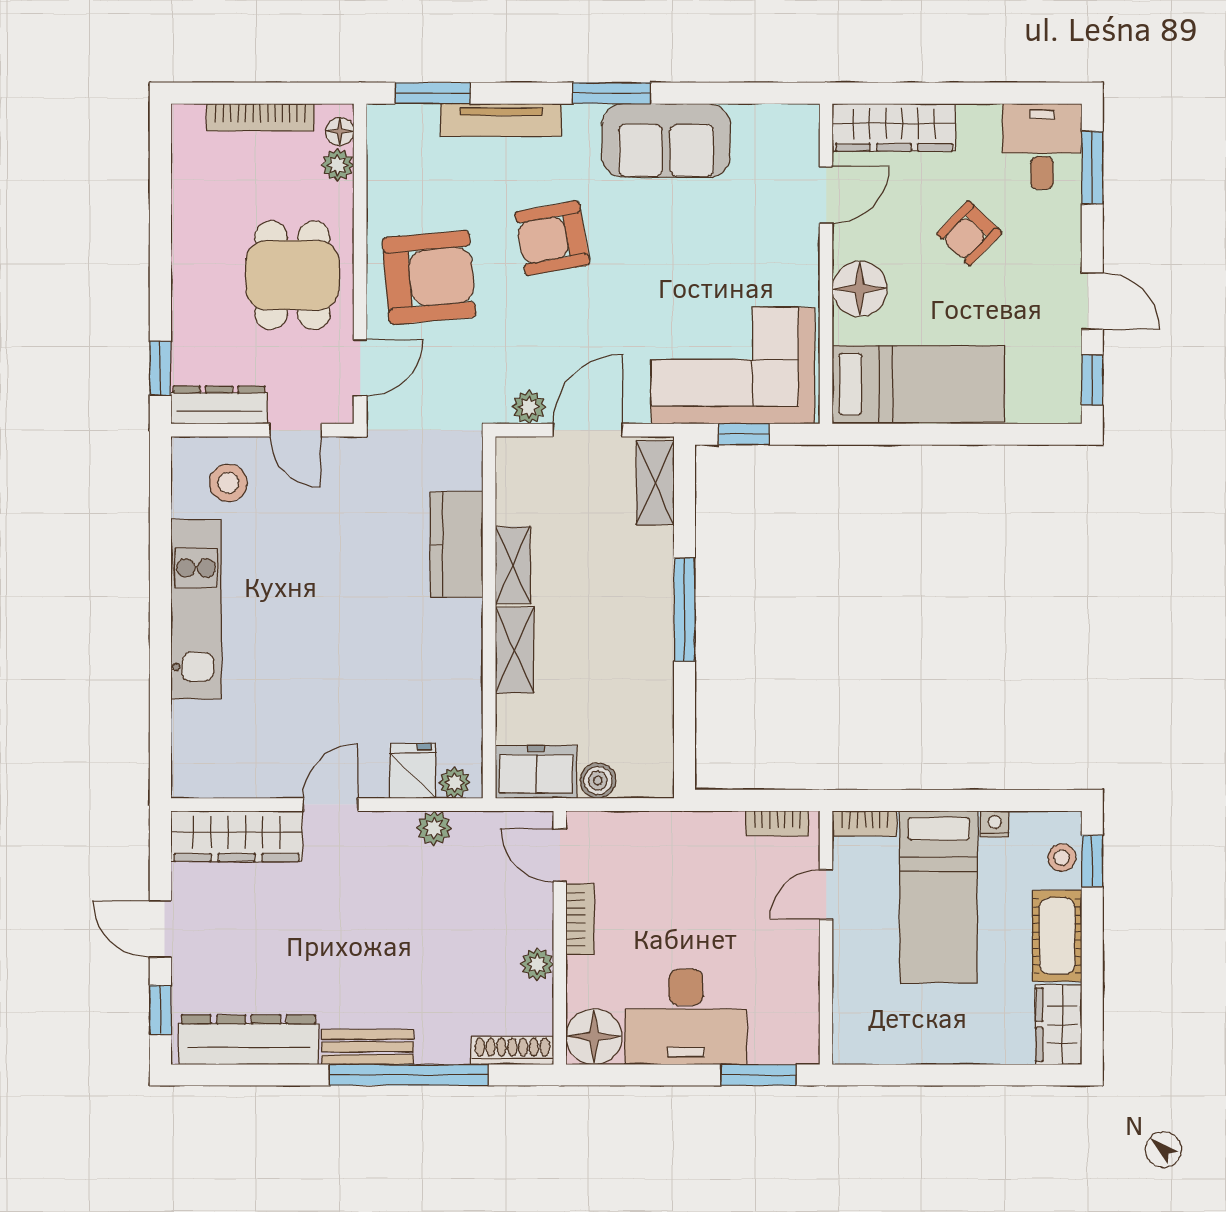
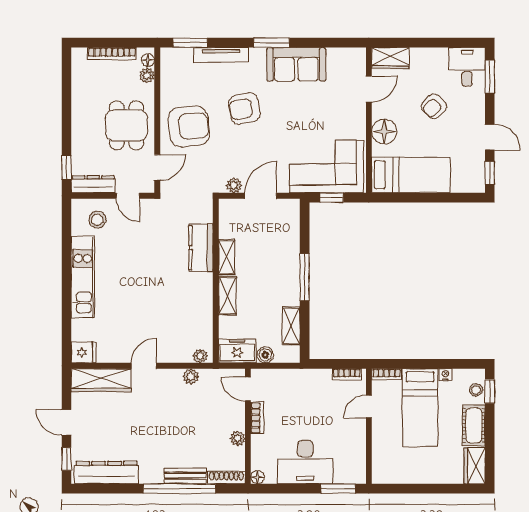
wardrobe: (894, 127) -> (390, 58), width x0.67
shelving: (655, 483) -> (291, 326), moved
fridge: (413, 771) -> (84, 352), moved, turned 90
floor lamp: (594, 1037) -> (257, 477), width x0.53, depth x0.53
bench: (368, 1047) -> (185, 476), moved

